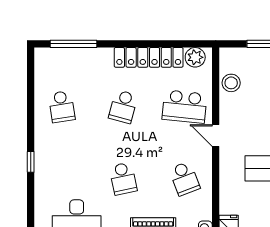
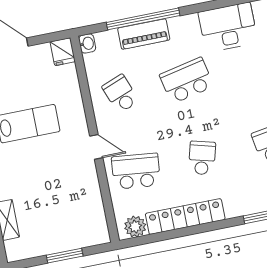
stool: (231, 83) -> (91, 207), removed
school desk: (123, 179) -> (187, 81), width x1.85

